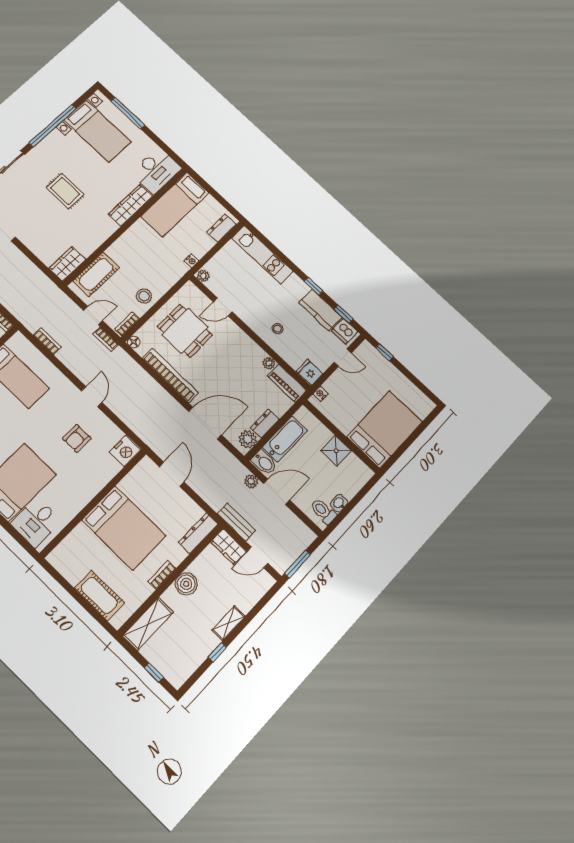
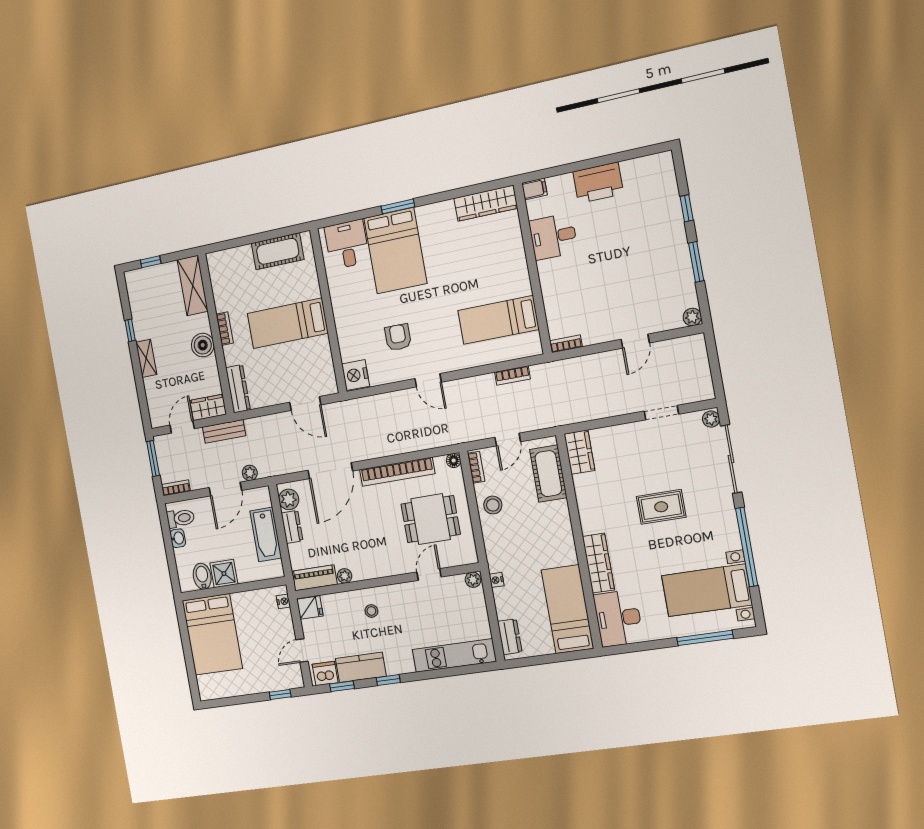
bookcase: (106, 339) -> (176, 488), moved
bidet: (264, 462) -> (202, 576), moved, turned 90
bed: (124, 528) -> (288, 323), width x0.67
cot: (99, 595) -> (278, 251), moved

